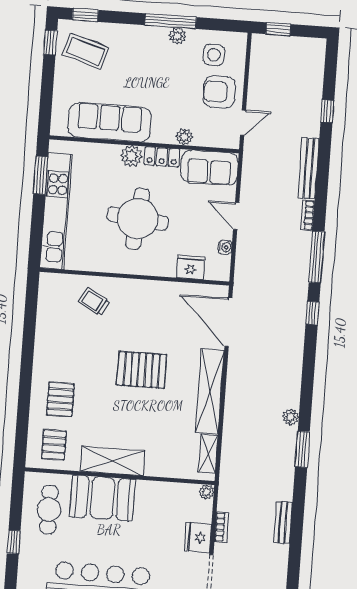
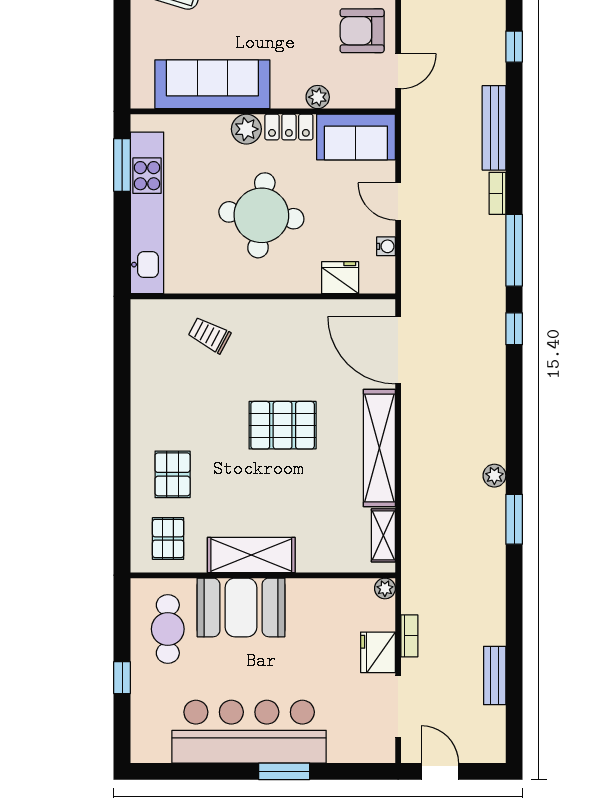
bench: (283, 522) -> (495, 675), moved

